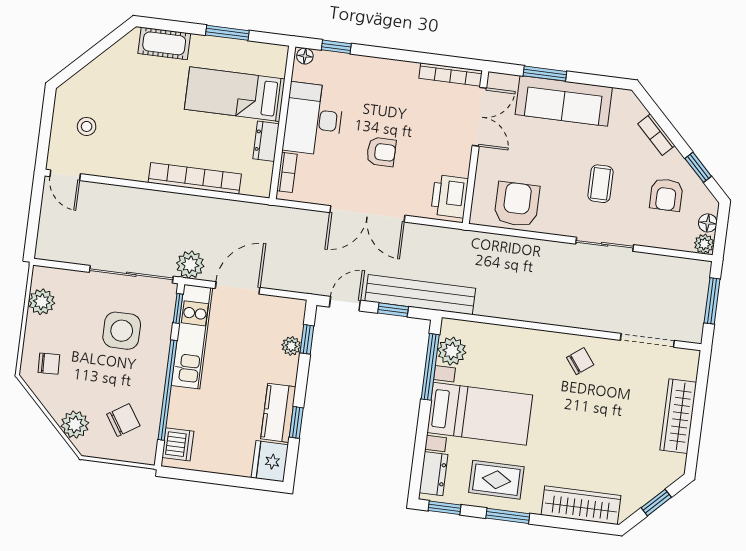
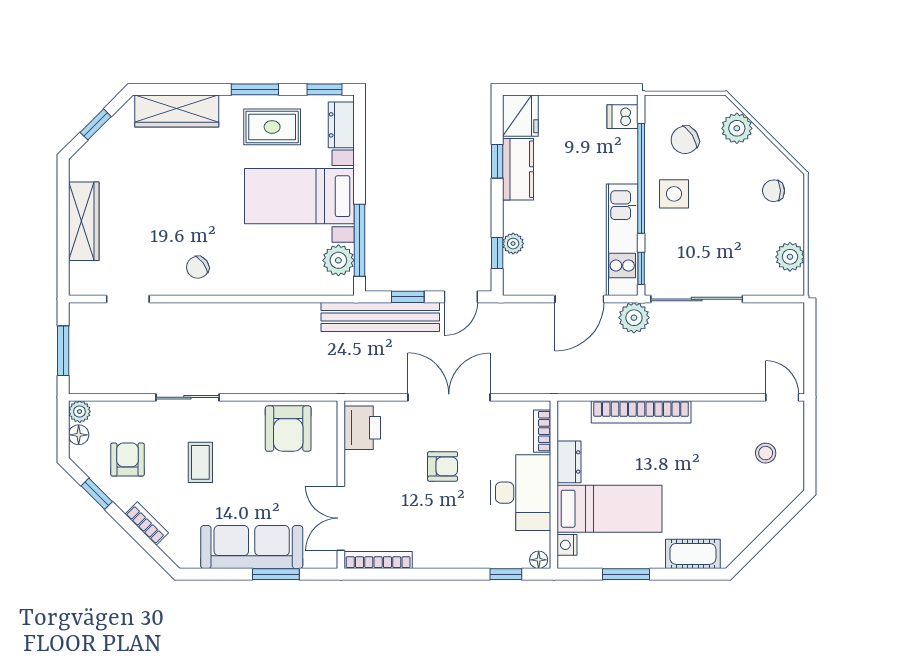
nightstand: (277, 66) -> (567, 545), added
armchair: (381, 152) -> (443, 466), turned 180
side table: (122, 331) -> (674, 194), moved, width x0.73, depth x0.73
doorway: (647, 340) -> (128, 299), width x0.73
dishwasher: (178, 444) -> (622, 117), width x0.73

